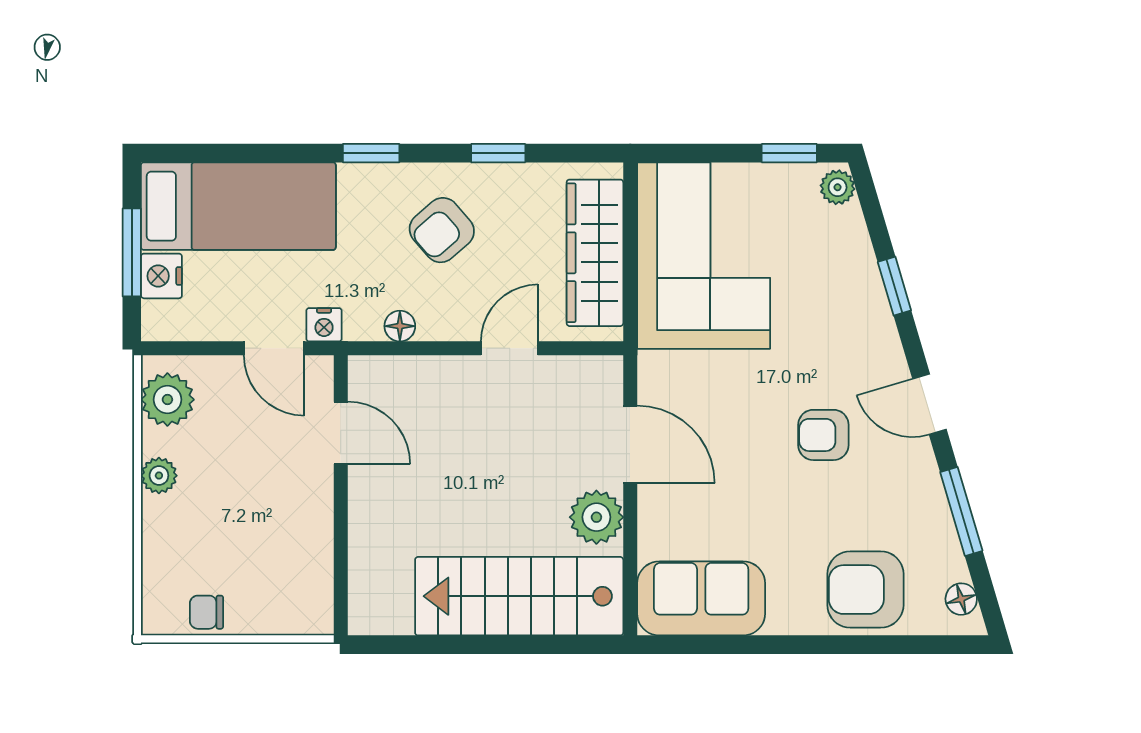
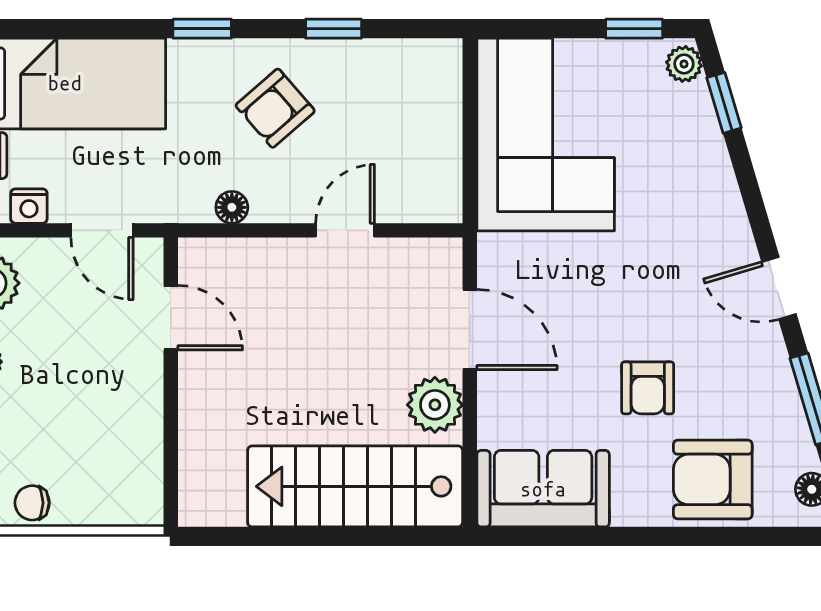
wardrobe: (595, 253) -> (433, 132), removed
window: (894, 286) -> (724, 103), moved
nightstand: (324, 325) -> (29, 206), moved
armchair: (823, 435) -> (648, 388), moved, turned -90

